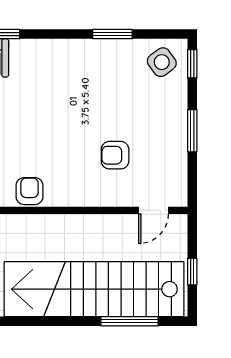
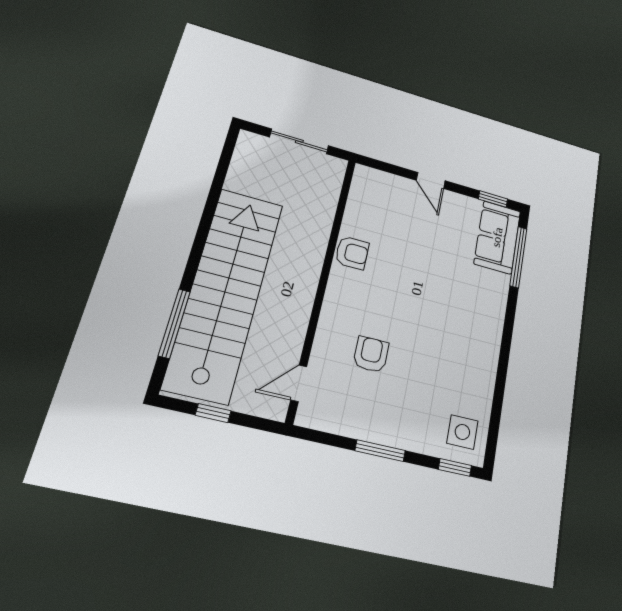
window: (112, 34) -> (500, 383), removed
side table: (162, 62) -> (462, 432), turned 36
door: (154, 210) -> (299, 383), hinge flipped

